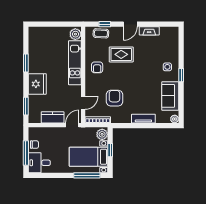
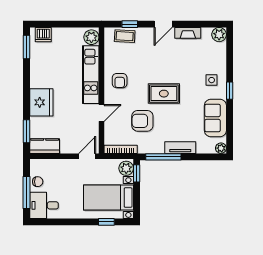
dishwasher: (39, 32) -> (43, 35), added
plant: (173, 32) -> (219, 35), added
rug: (121, 54) -> (164, 94), moved
window: (26, 63) -> (26, 47), moved
armchair: (114, 98) -> (142, 121), turned -90
door: (83, 103) -> (101, 113), moved
kitchen counter: (53, 117) -> (45, 146), moved
window: (131, 126) -> (163, 157), added
window: (110, 150) -> (137, 173), moved
window: (87, 175) -> (106, 222), width x0.46

